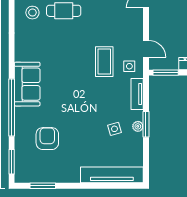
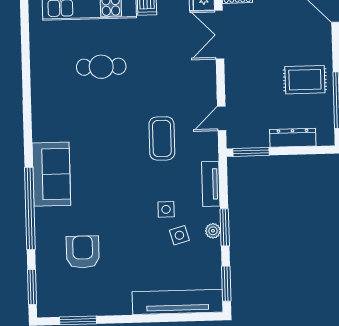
stool: (32, 13) -> (56, 70), removed
door: (146, 49) -> (222, 118), swing flipped
side table: (129, 66) -> (166, 209), moved
window: (146, 163) -> (226, 284), added

